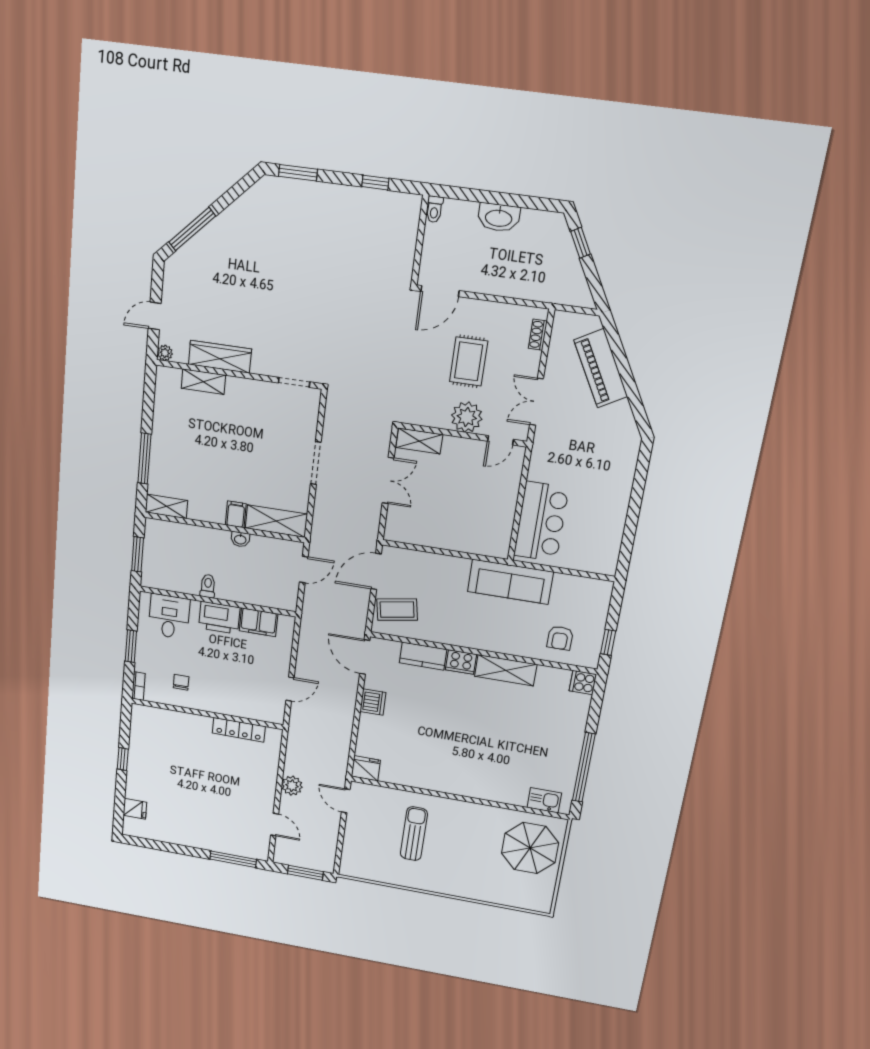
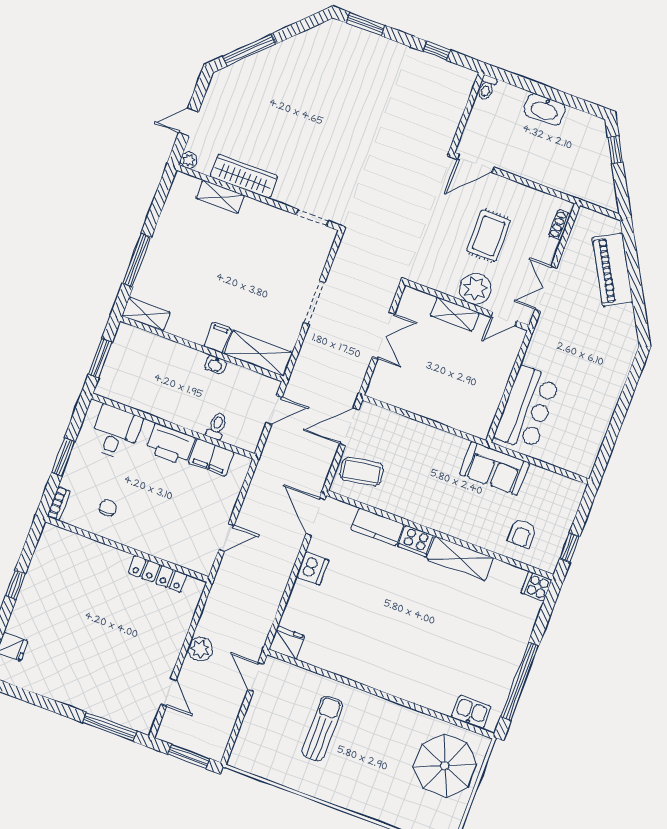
shelving: (419, 441) -> (455, 314), moved
sofa: (510, 582) -> (494, 468), width x0.73
toilet: (208, 586) -> (217, 426), moved

